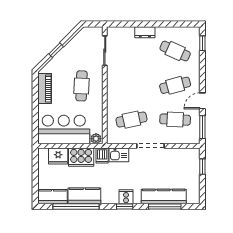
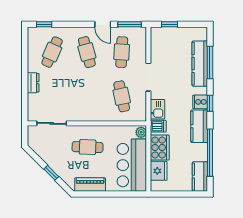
kitchen counter: (84, 196) -> (199, 126), moved

